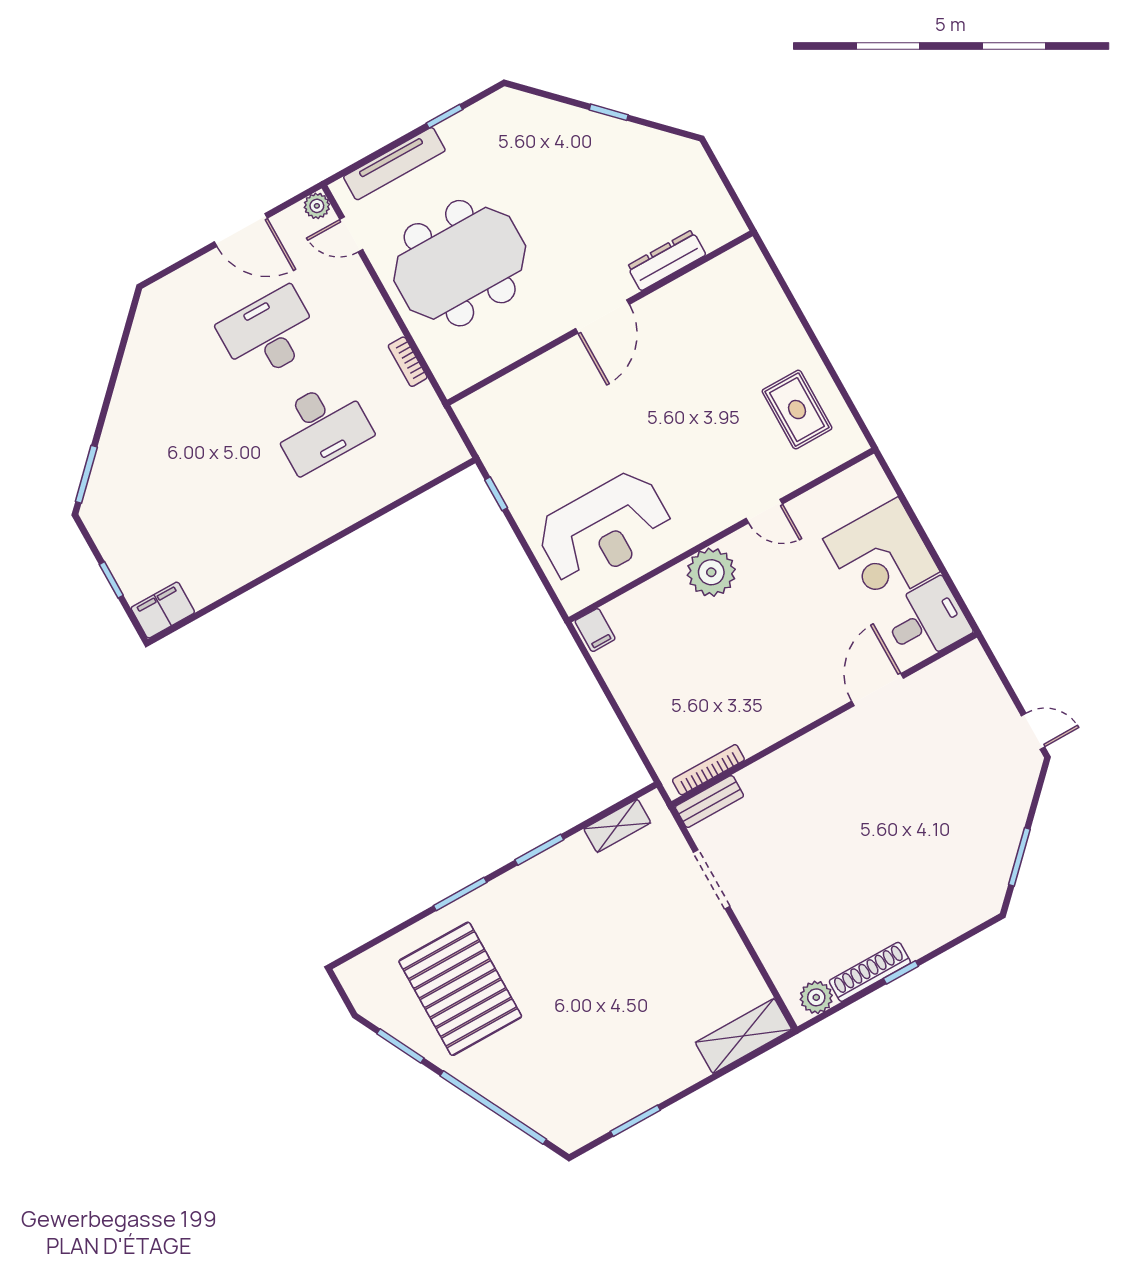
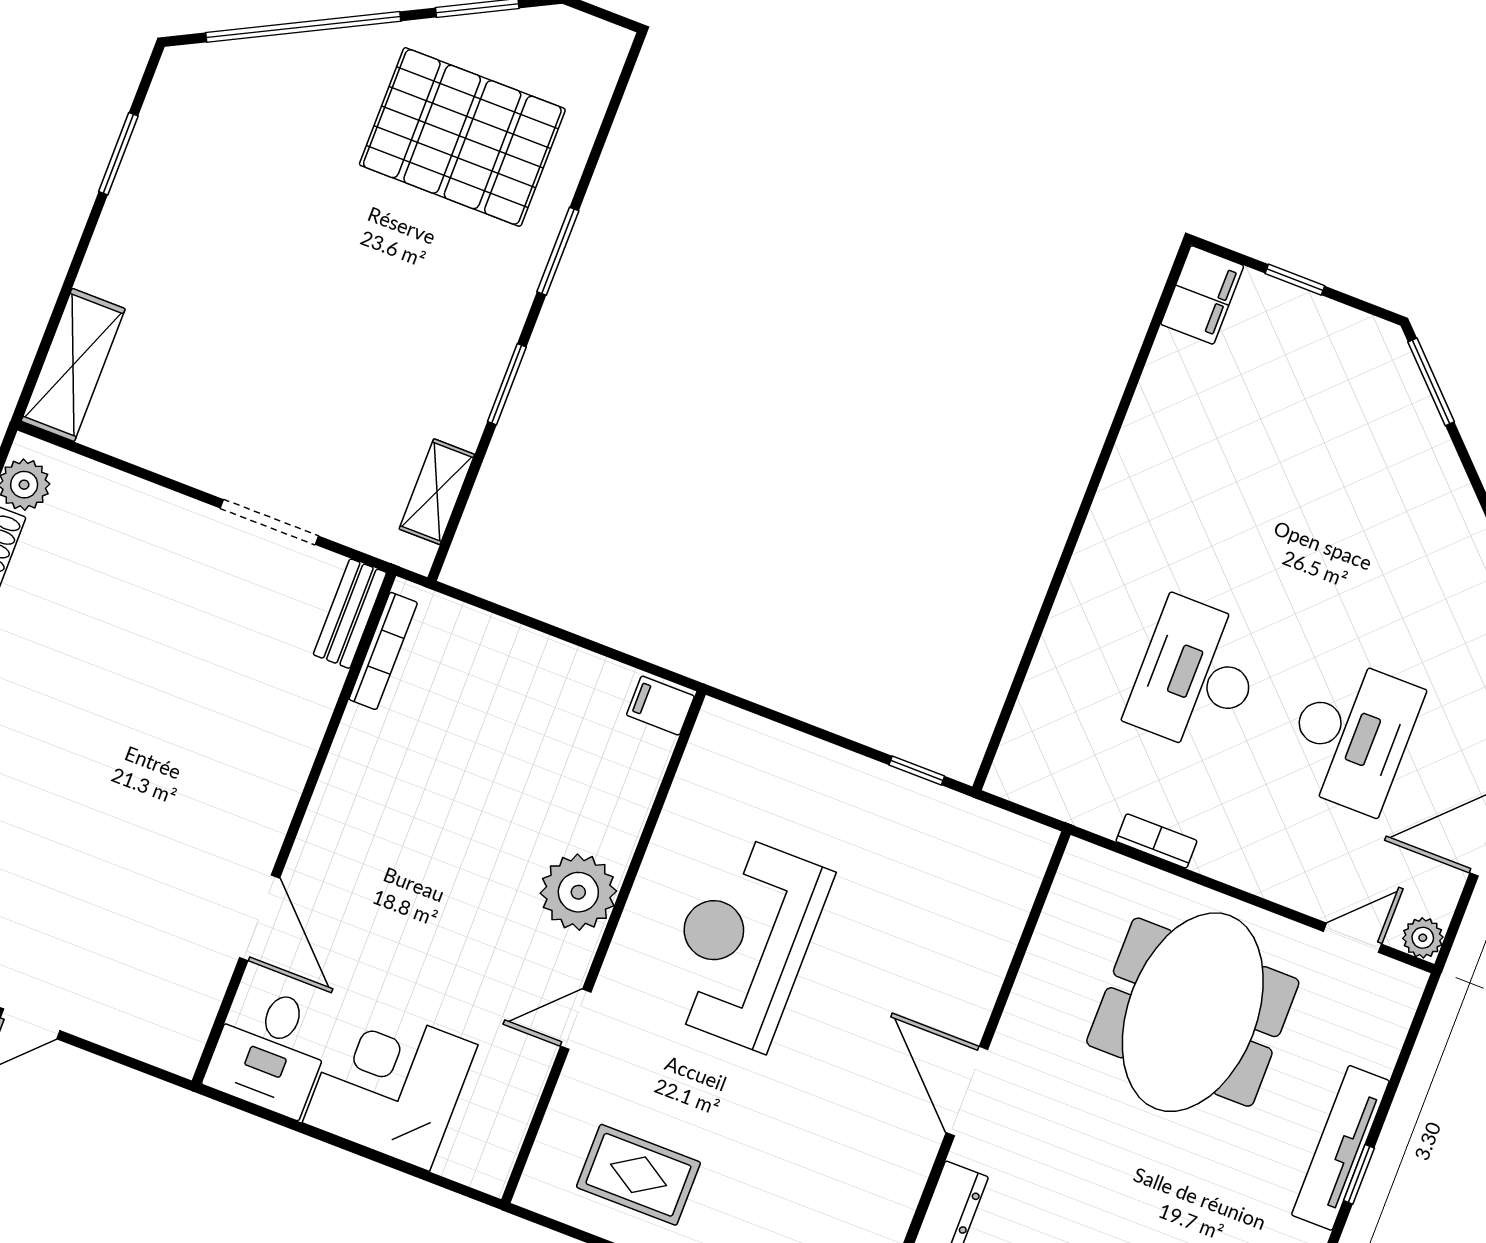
tv unit: (394, 164) -> (1340, 1148), moved
reception desk: (604, 529) -> (744, 942), moved

